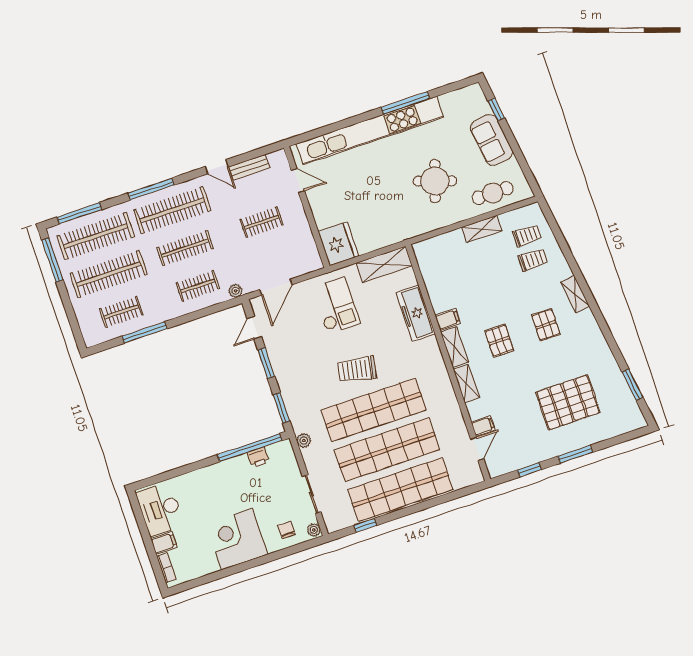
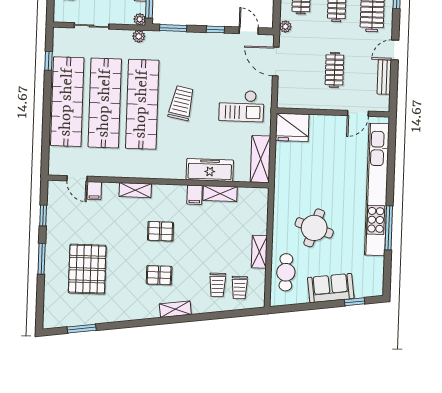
shelving: (455, 347) -> (220, 194), moved
window: (266, 363) -> (215, 29), width x0.67
plant: (314, 530) -> (140, 19), moved

